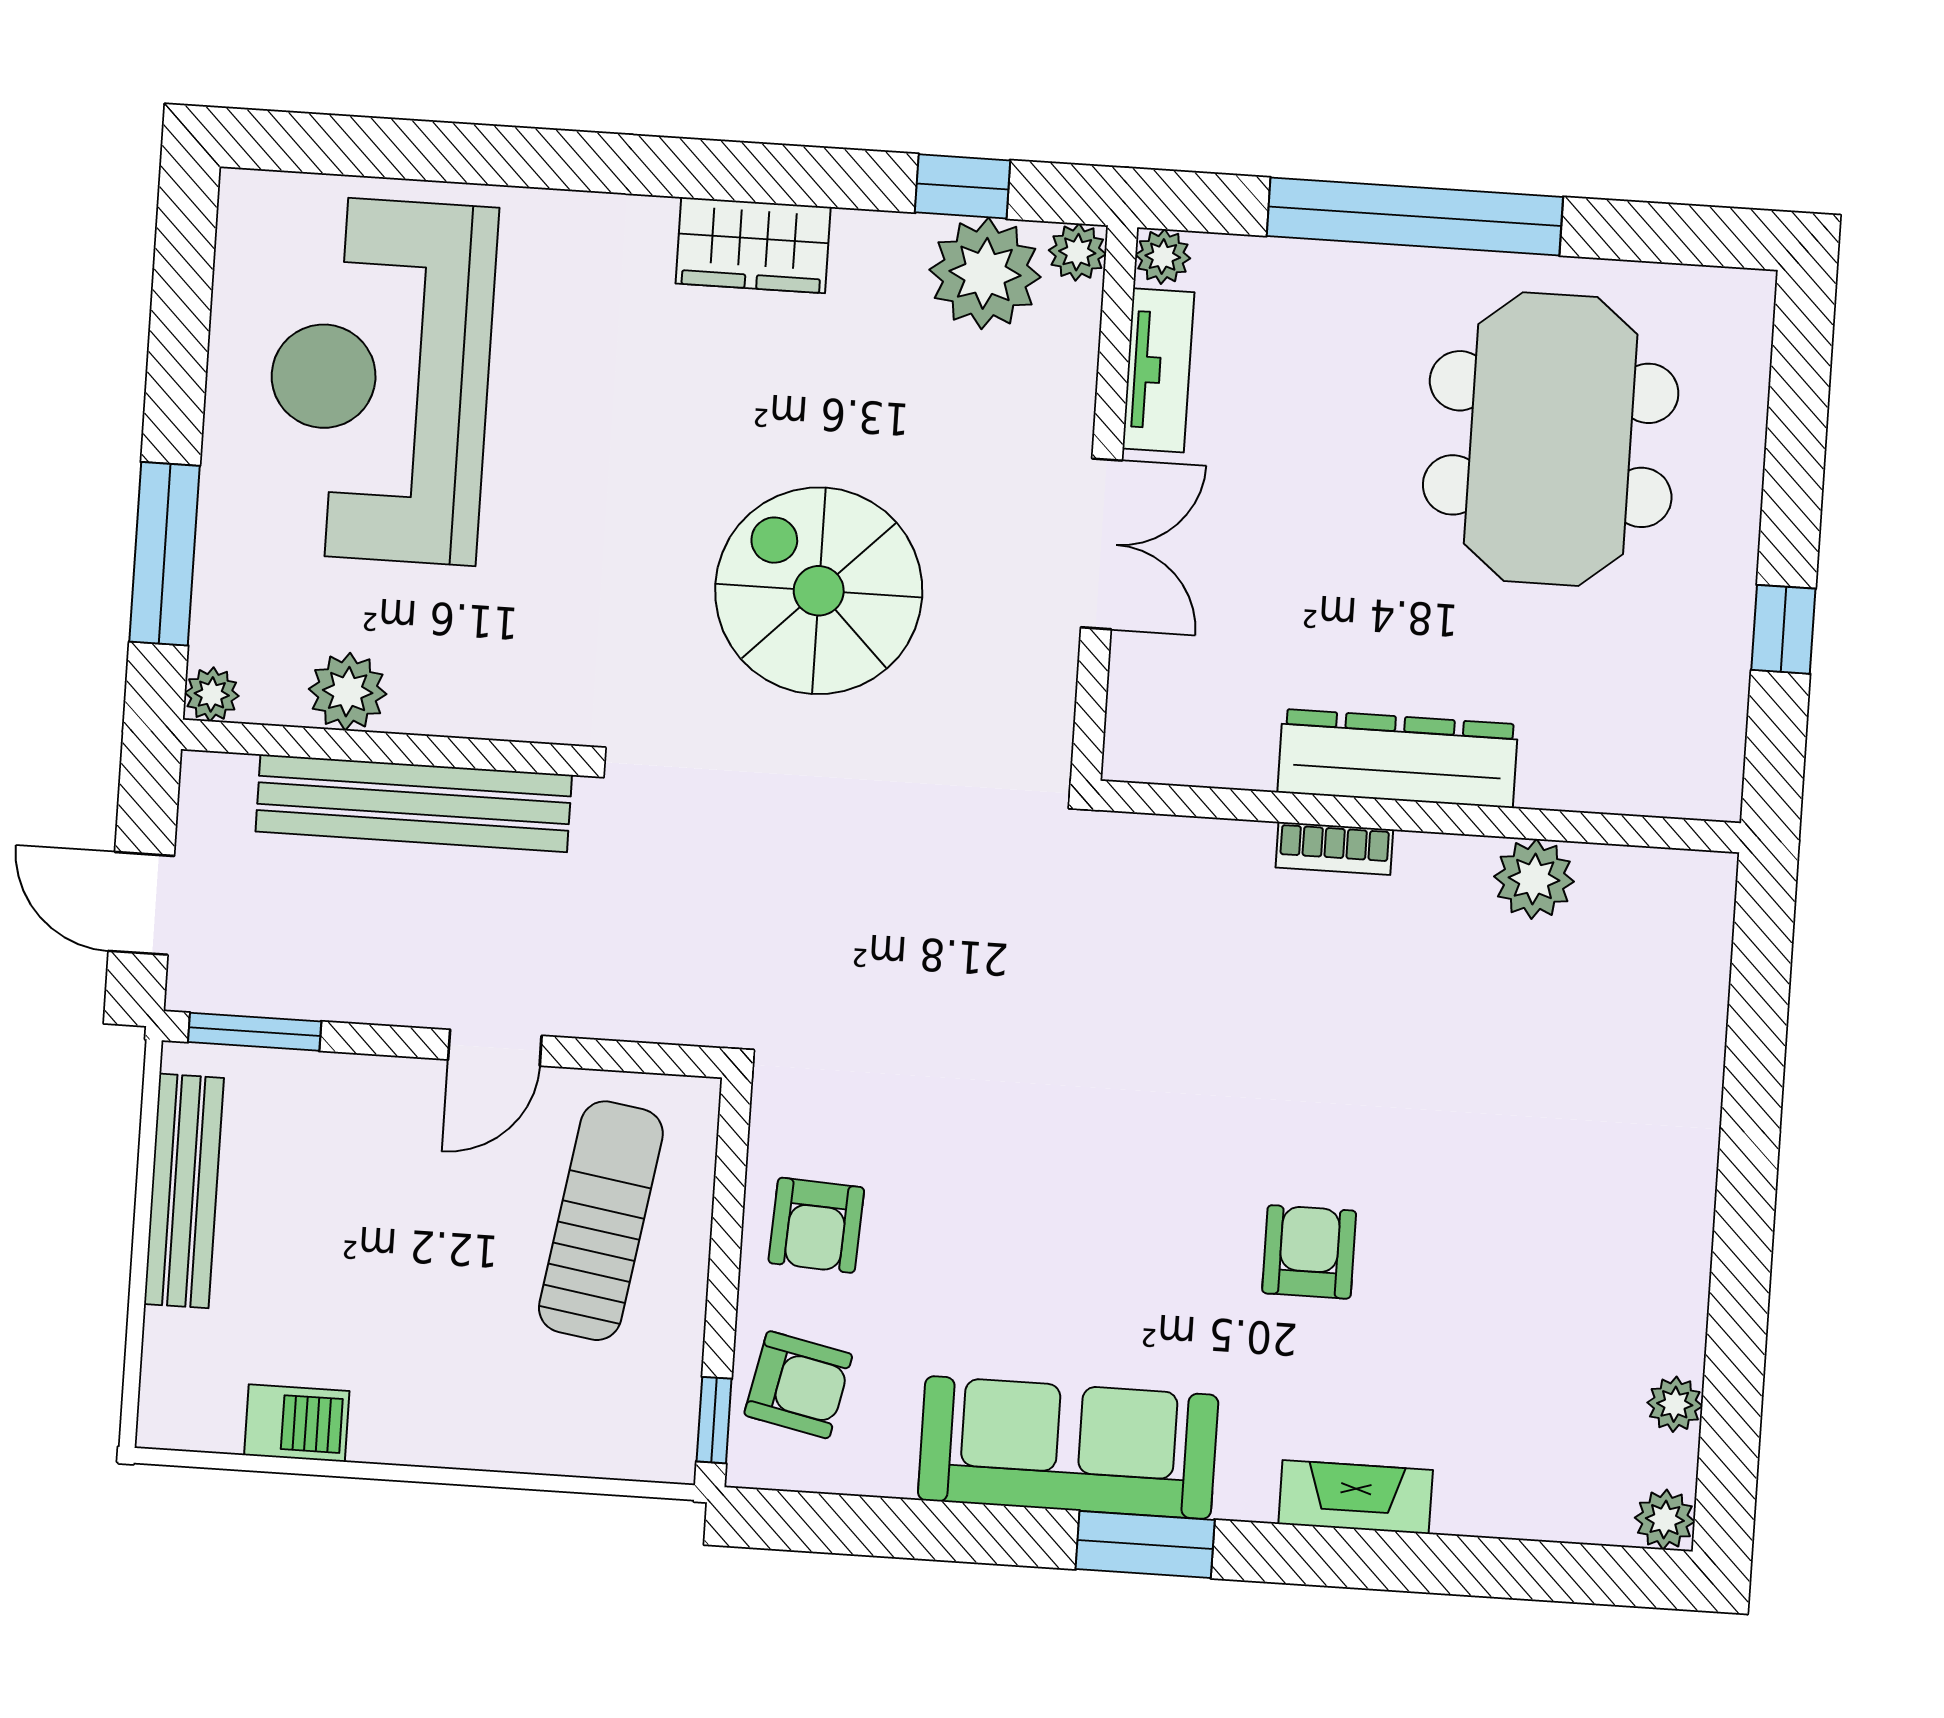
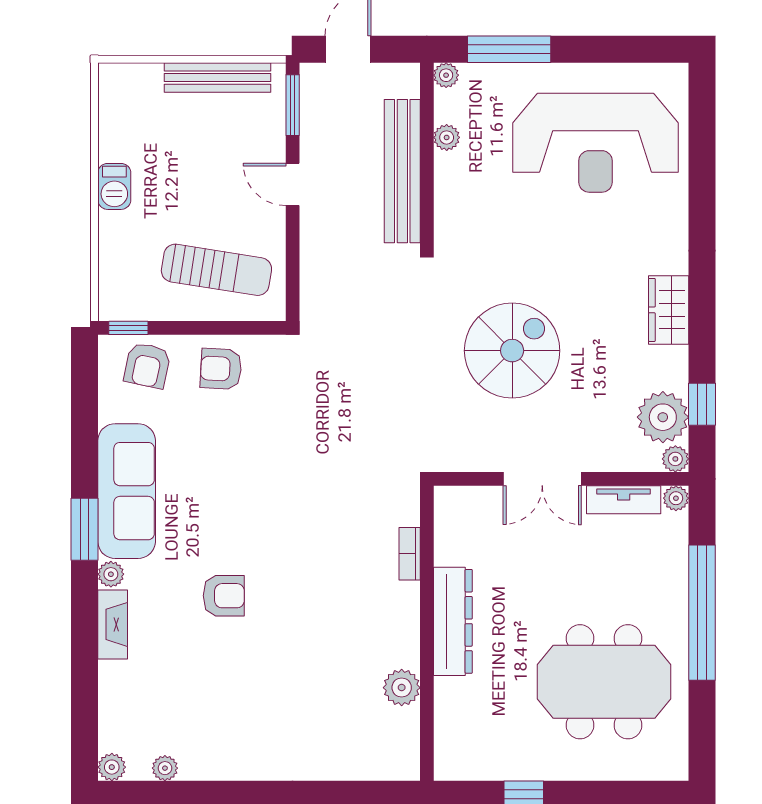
reception desk: (380, 380) -> (595, 143), turned 180
plant: (348, 692) -> (447, 137), width x0.73, depth x0.73
bookcase: (1334, 849) -> (410, 554), moved
door: (495, 1048) -> (293, 184), moved
barbecue: (297, 1423) -> (114, 186), moved
plant: (1246, 1494) -> (111, 574), added

